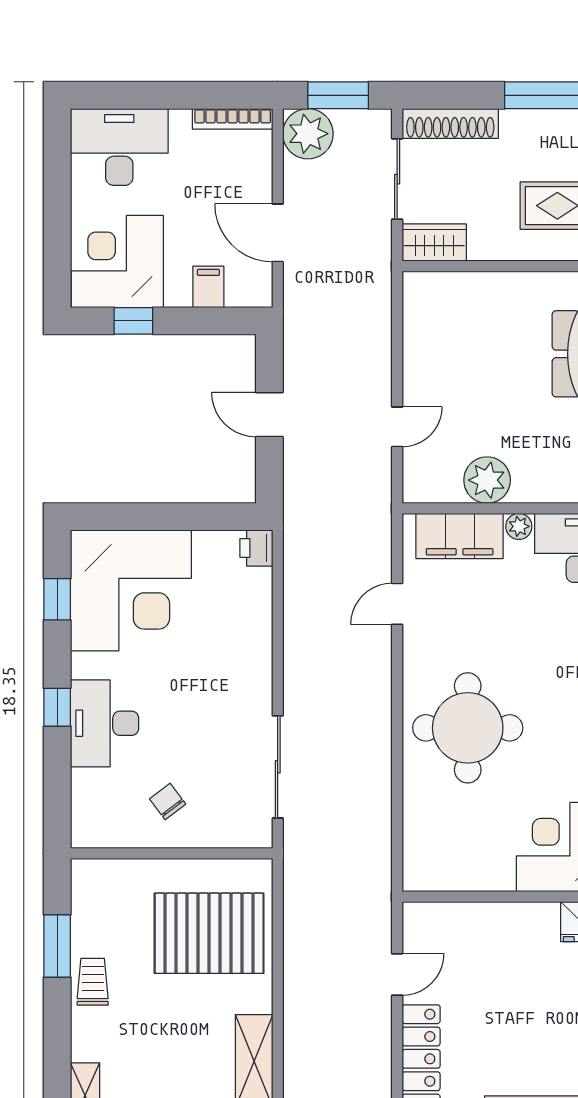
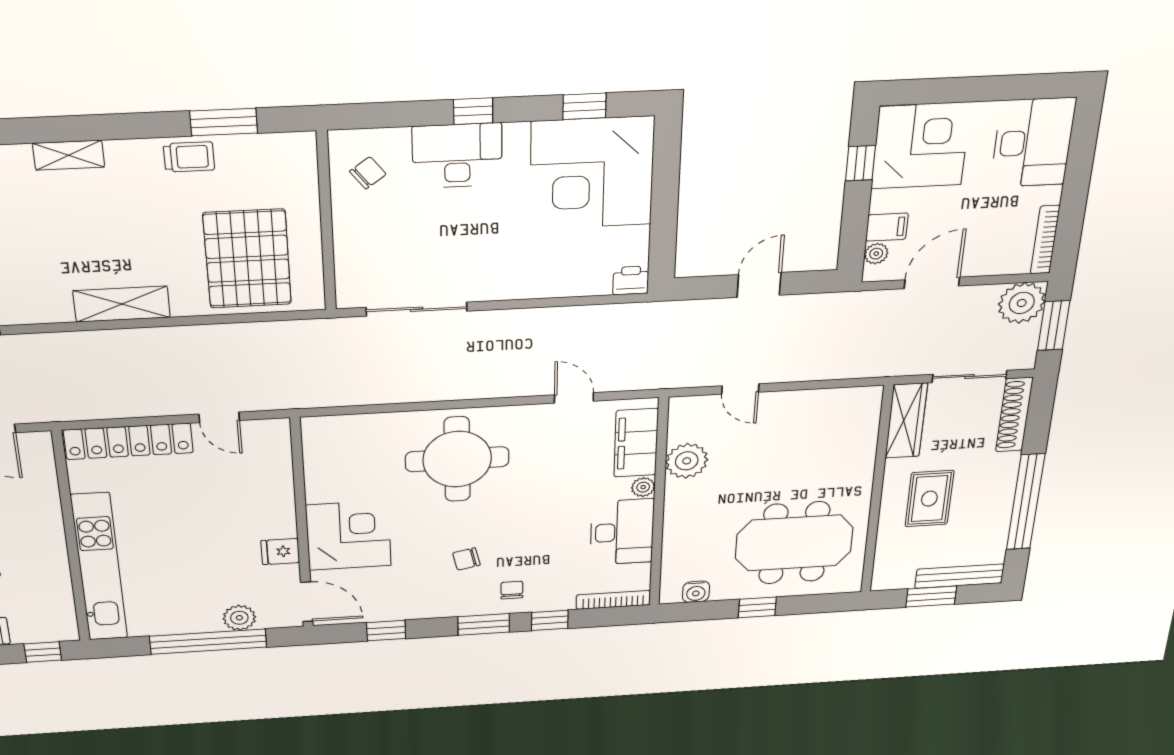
wardrobe: (434, 243) -> (906, 421), width x1.50
plant: (239, 295) -> (876, 254), added
chair: (168, 801) -> (368, 173), moved

